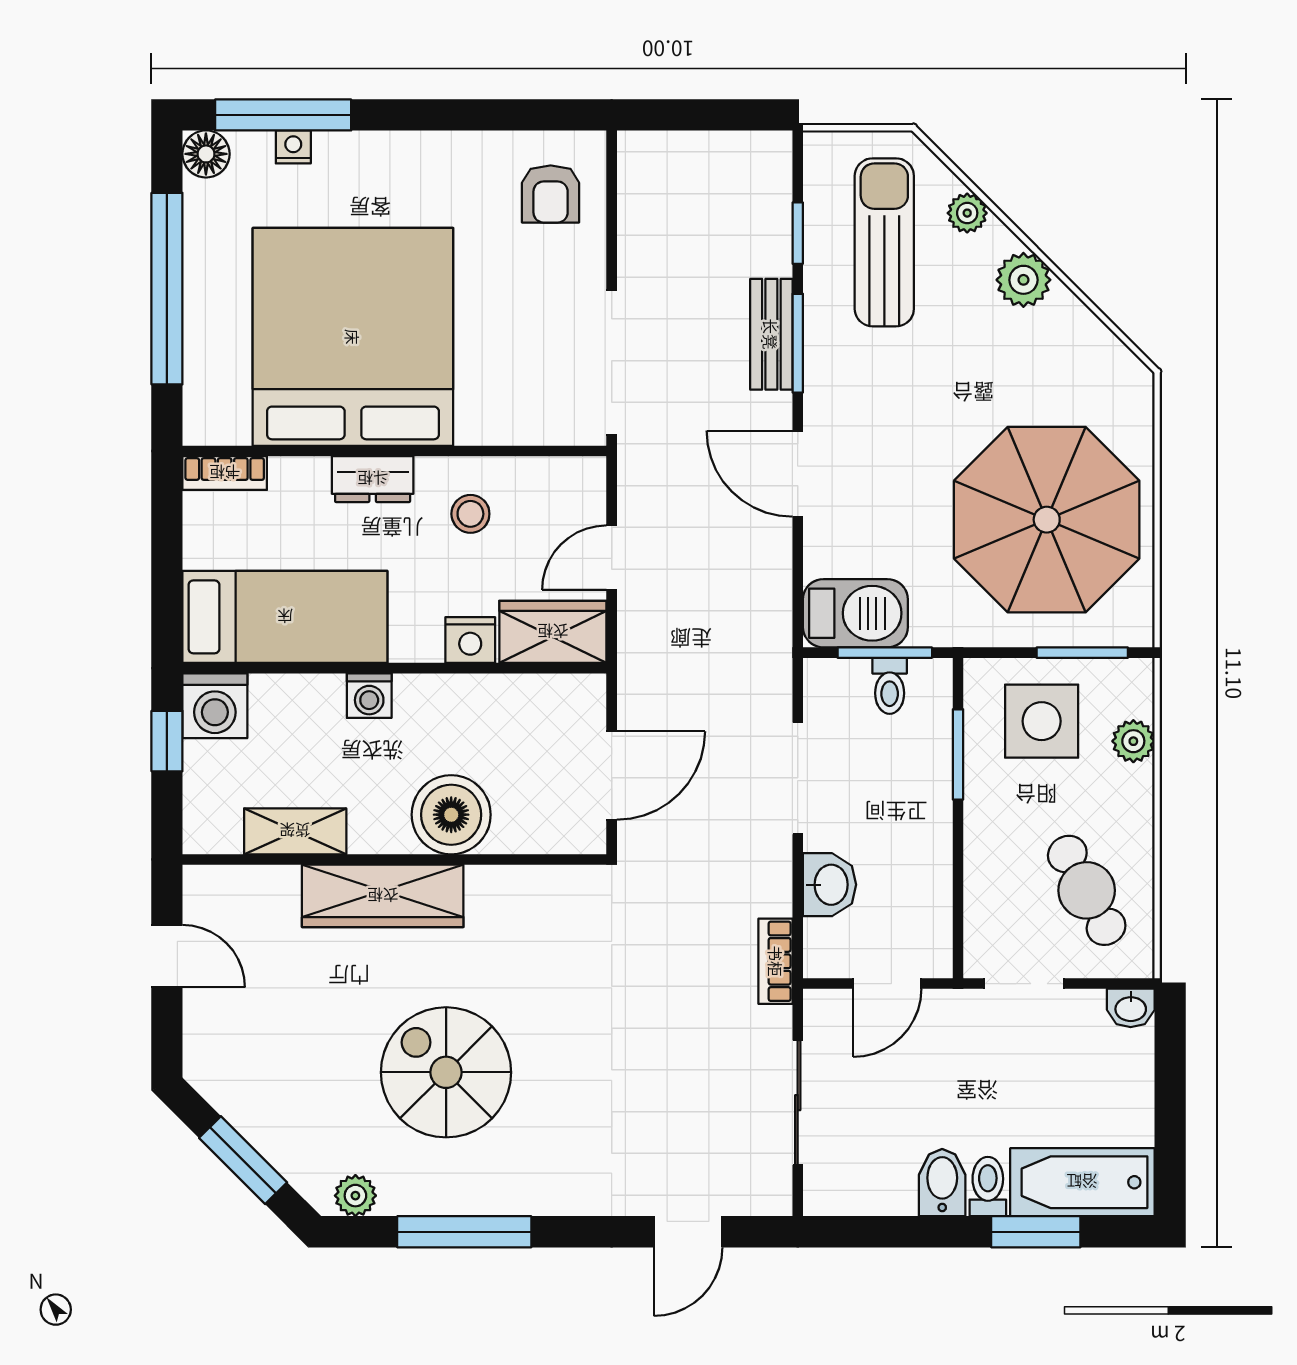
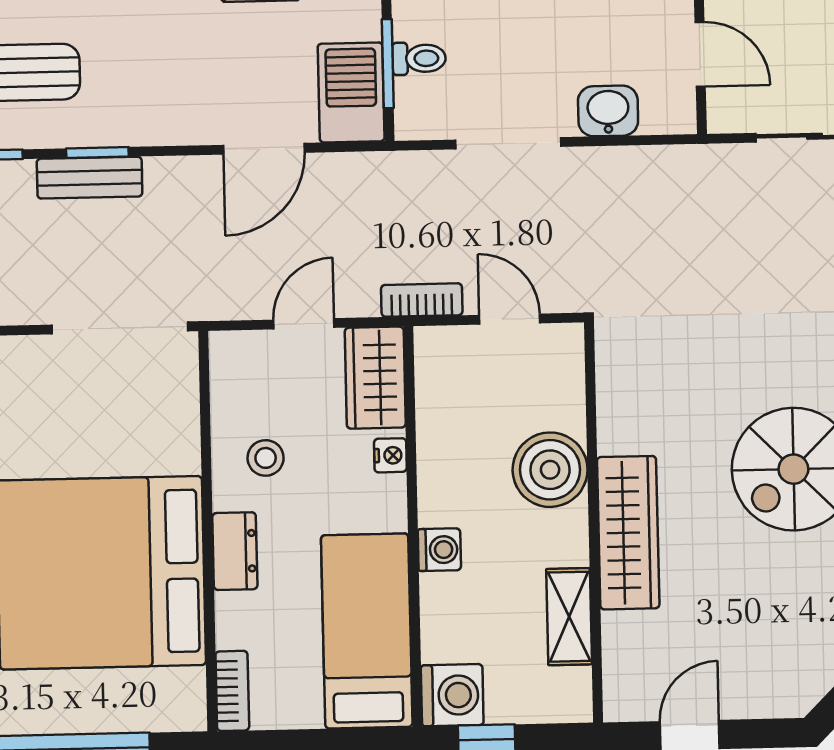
window: (798, 343) -> (97, 153), width x0.67
door: (798, 474) -> (264, 149), moved
door: (612, 558) -> (304, 324), swing flipped
nightstand: (470, 640) -> (390, 455), width x0.72, depth x0.74
door: (612, 776) -> (510, 319), width x0.73
bookcase: (776, 961) -> (422, 300), moved, turned 180

